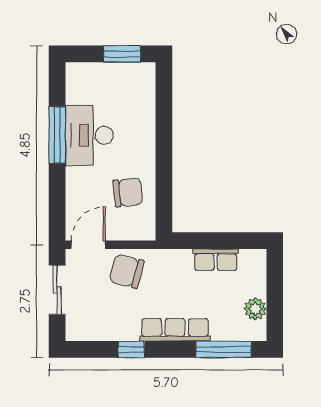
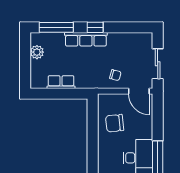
door: (88, 245) -> (139, 91), hinge flipped
chair: (127, 271) -> (115, 75), width x0.54, depth x0.54
window: (131, 349) -> (95, 27), moved

